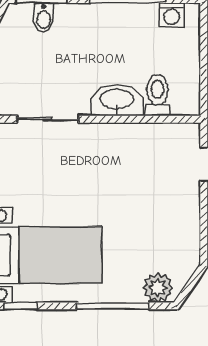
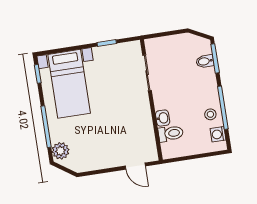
stool: (136, 22) -> (210, 114), added
washbasin: (117, 100) -> (163, 118), width x0.52, depth x0.69

